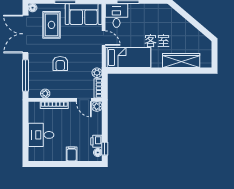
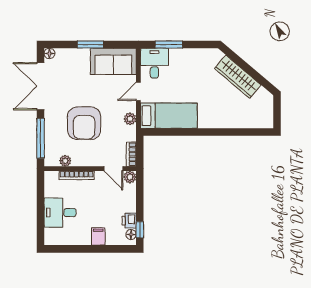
rug: (51, 25) -> (73, 75), removed
door: (104, 38) -> (138, 91), swing flipped
wardrobe: (181, 61) -> (238, 77), moved, turned -140
armchair: (60, 64) -> (84, 123), width x1.88, depth x1.88
plant: (97, 73) -> (130, 119), moved

